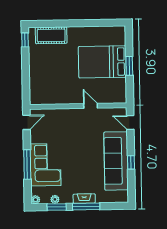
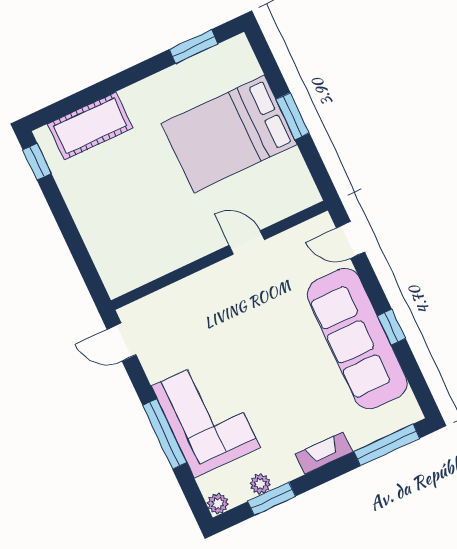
window: (104, 23) -> (193, 47), added
door: (26, 122) -> (122, 342), swing flipped
window: (86, 206) -> (387, 445), moved

